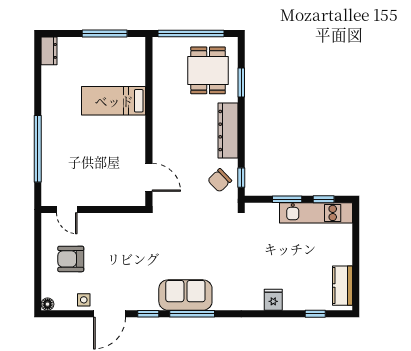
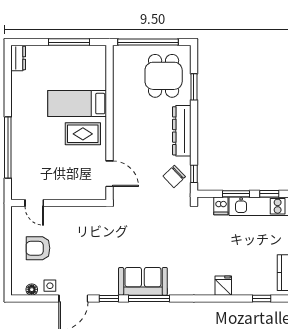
rug: (120, 134) -> (83, 134), added
dishwasher: (271, 213) -> (221, 206), added
floor lamp: (48, 304) -> (32, 290), moved

